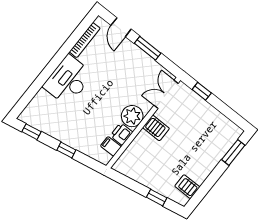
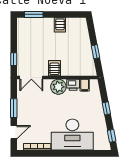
desk: (68, 80) -> (72, 135), width x1.36, depth x1.30
server rack: (187, 187) -> (60, 25), moved
window: (157, 198) -> (96, 52), moved

